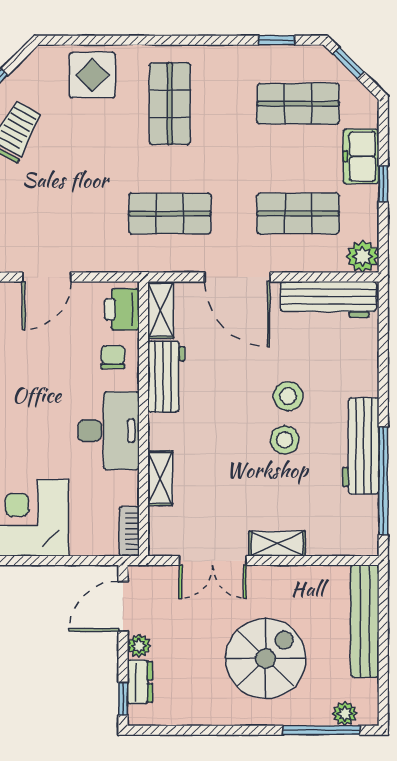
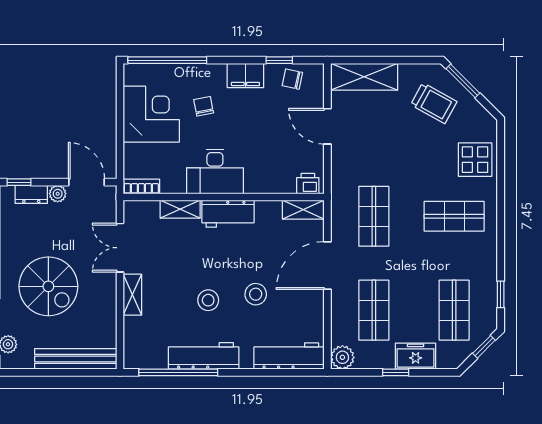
workbench: (328, 299) -> (289, 356), moved, turned 90
printer: (122, 309) -> (308, 184), width x0.73, depth x0.81
chair: (113, 357) -> (204, 106), moved, turned -101
workbench: (166, 376) -> (228, 214), moved
stool: (288, 396) -> (256, 294), moved

